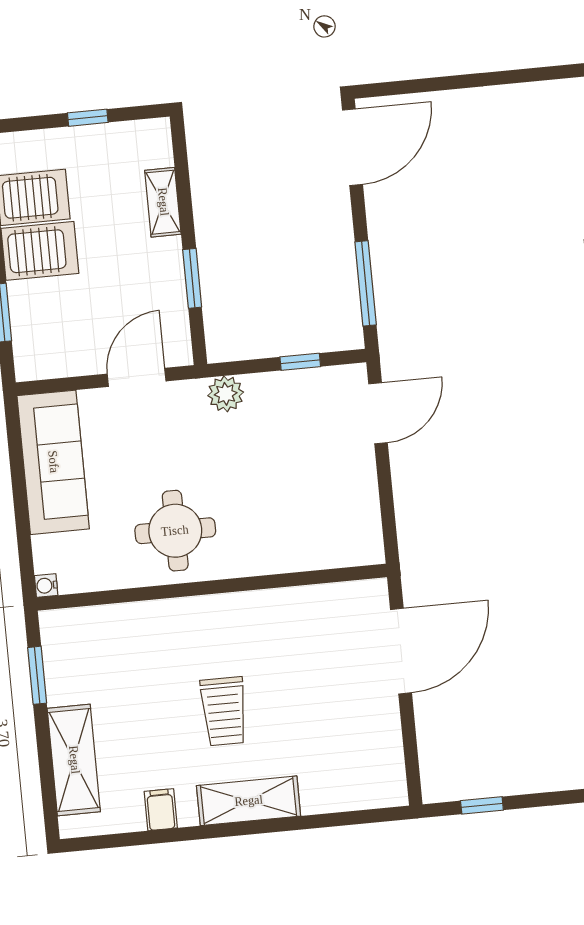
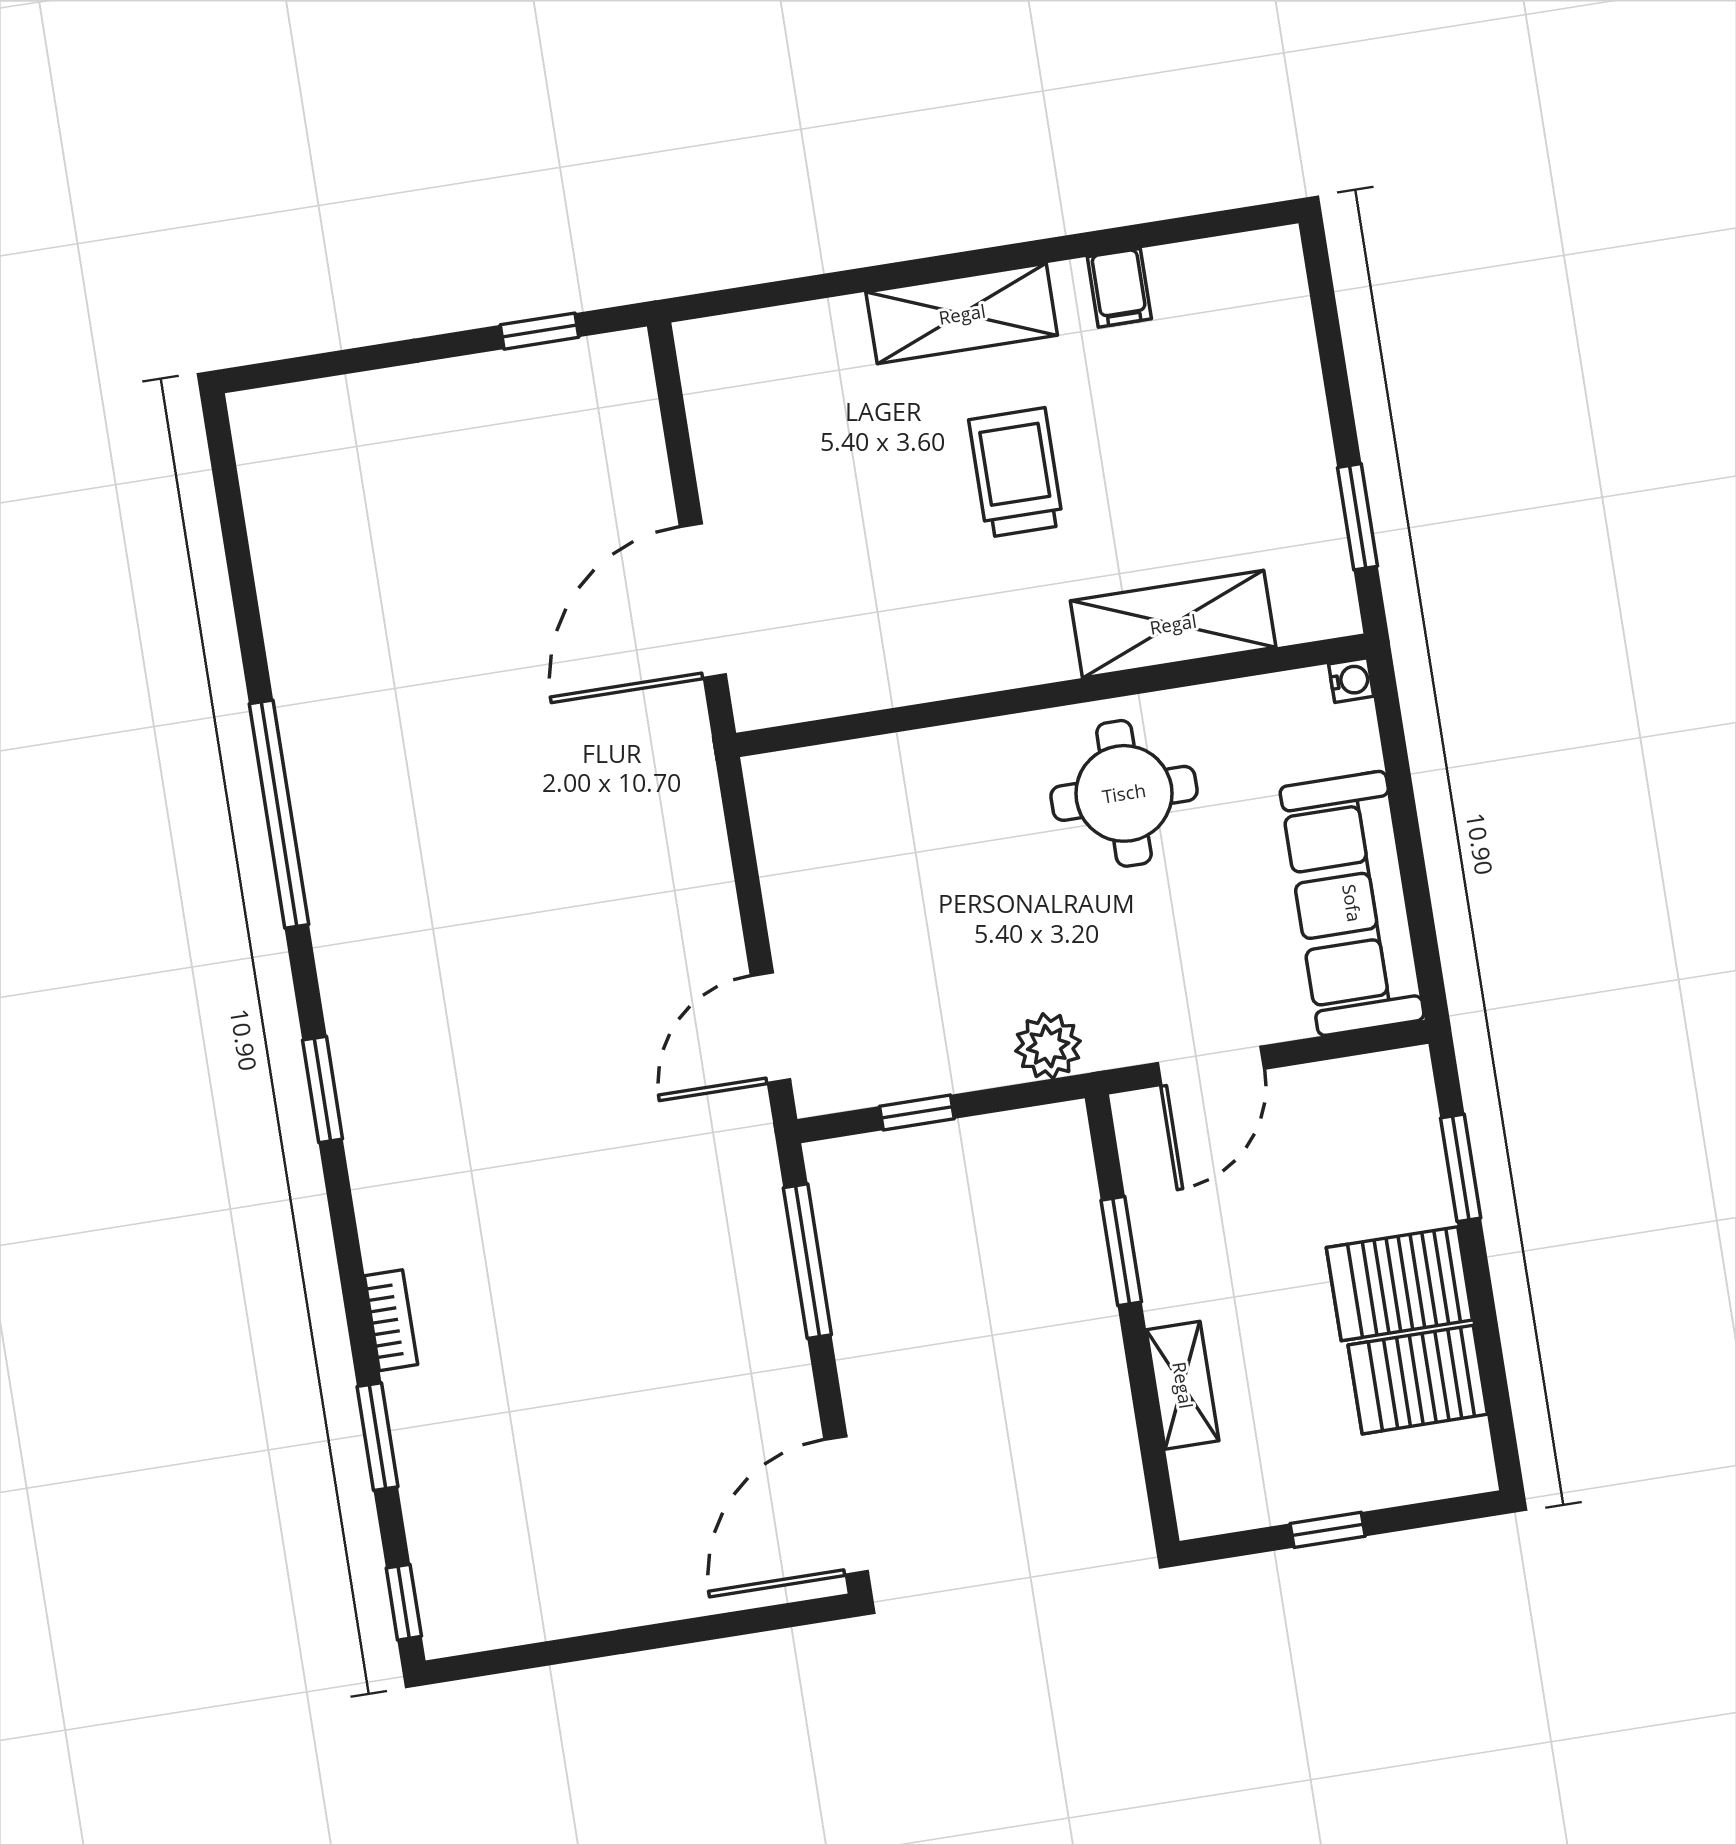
shelving: (74, 760) -> (1173, 624), moved, turned 90

